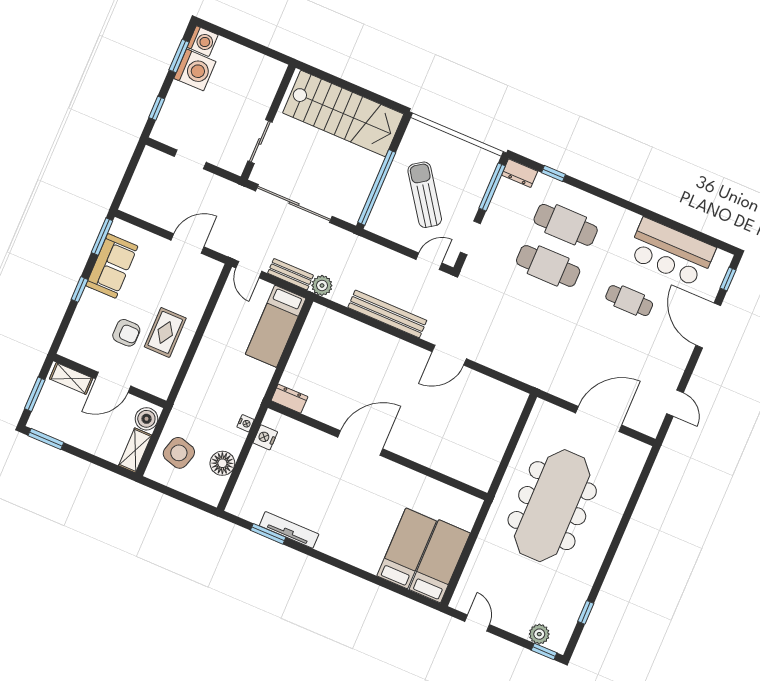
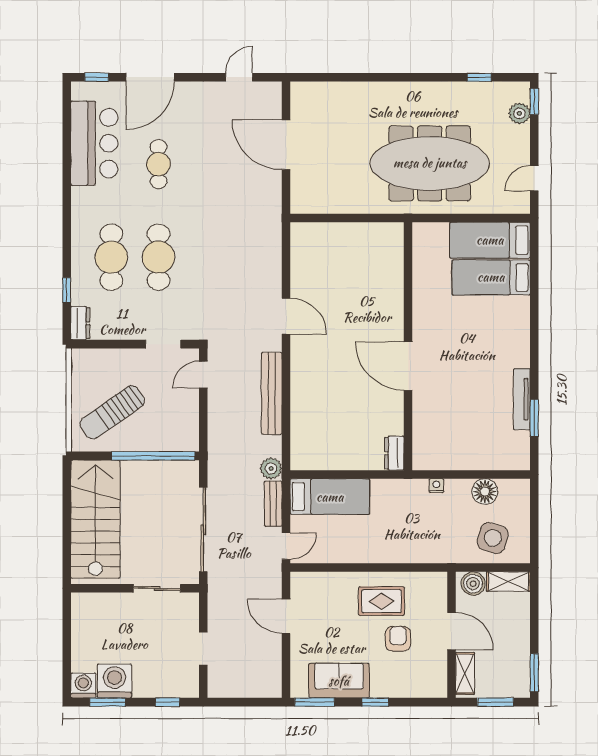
window: (492, 187) -> (105, 344), removed
sun lounger: (425, 195) -> (112, 412), moved
door: (429, 261) -> (203, 375), hinge flipped
nightstand: (265, 437) -> (442, 461), removed
meeting table: (552, 506) -> (430, 163), moved

